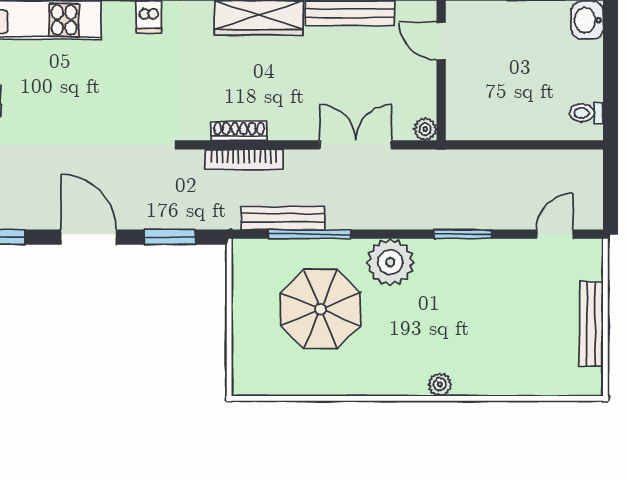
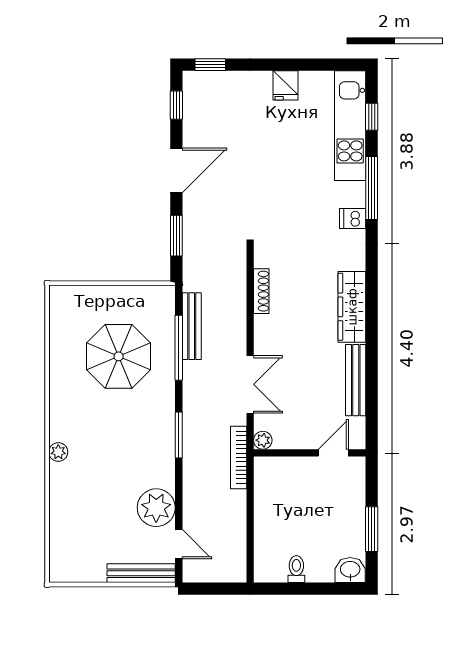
toilet: (586, 113) -> (296, 569), moved
bookcase: (244, 159) -> (239, 457), moved
window: (463, 234) -> (179, 435), moved
plant: (390, 262) -> (156, 508), moved
bench: (591, 324) -> (141, 573), moved

